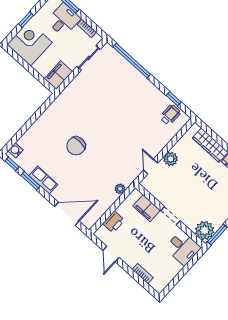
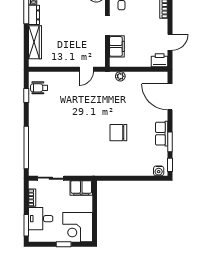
chair: (76, 146) -> (118, 133), turned 180
plant: (171, 159) -> (69, 60), removed
printer: (114, 222) -> (160, 60), moved

